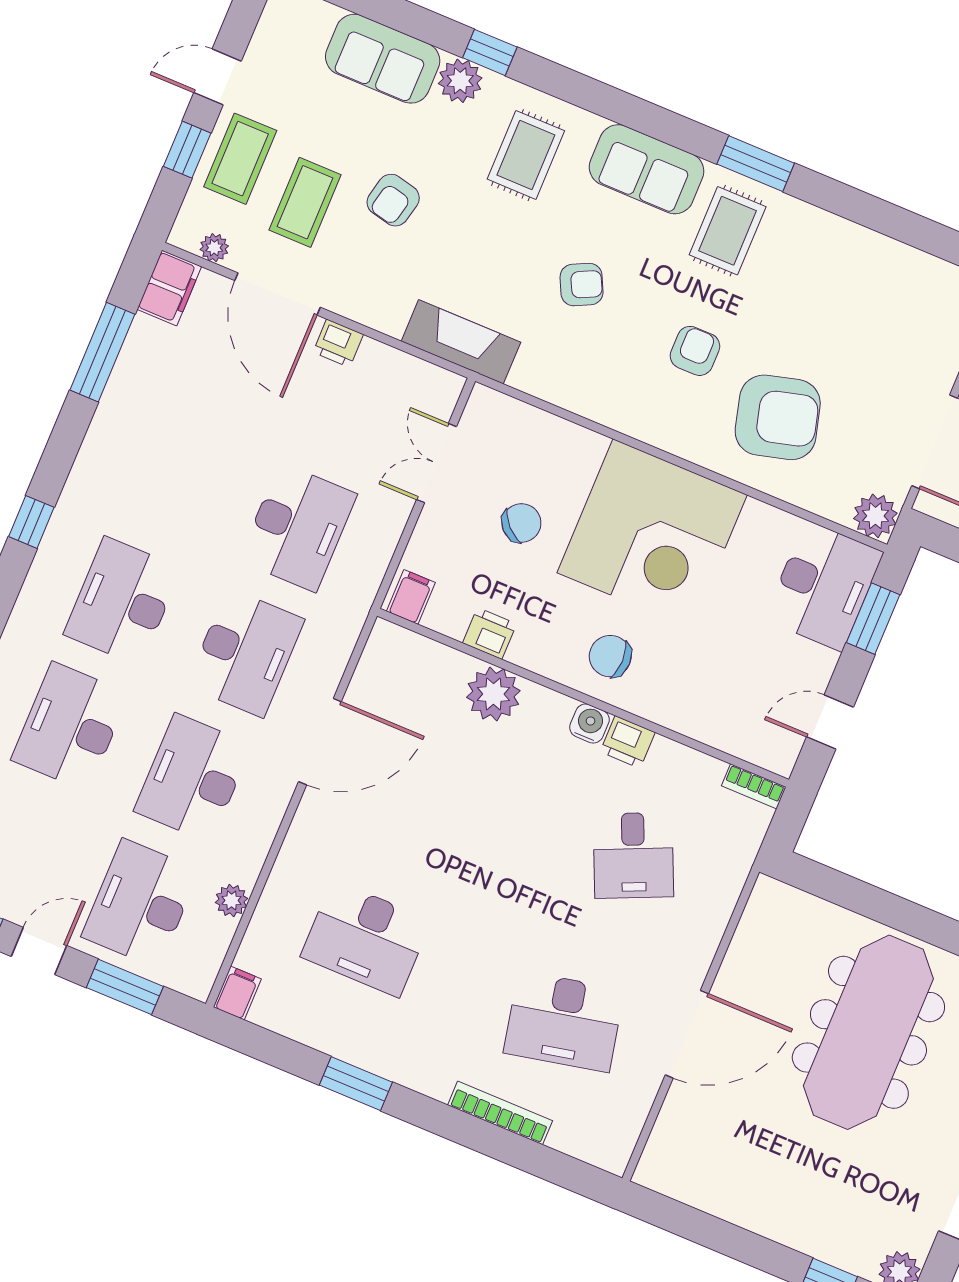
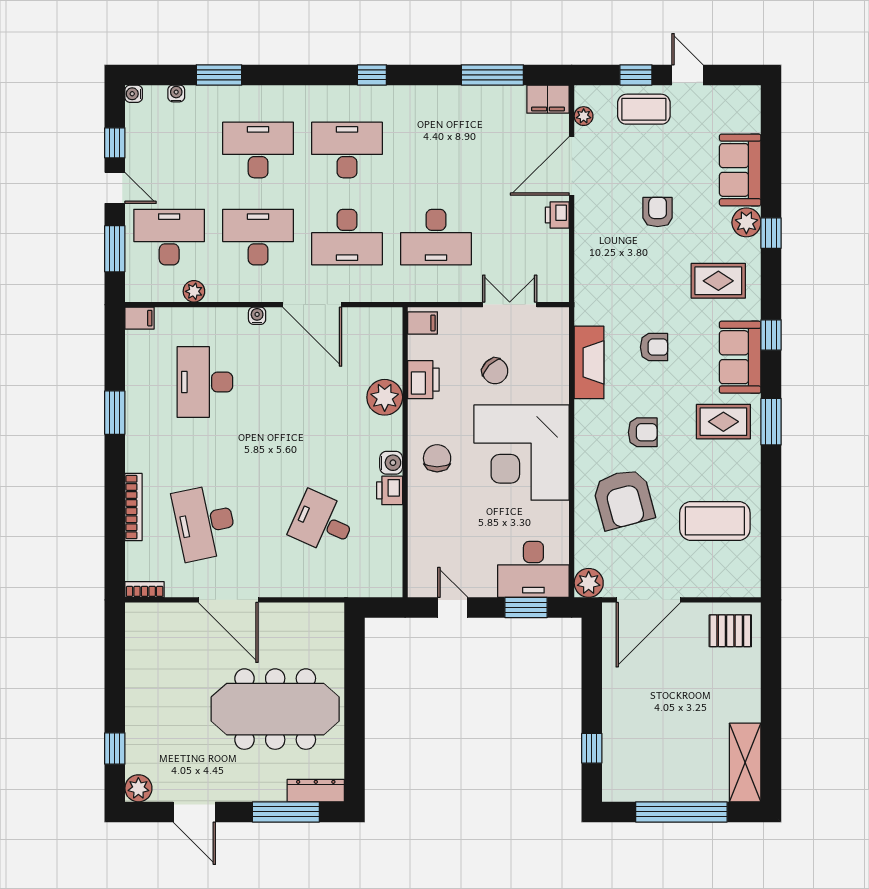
window: (633, 112) -> (771, 335), added
armchair: (393, 200) -> (658, 212), turned 77
coffee table: (305, 202) -> (715, 521), moved, width x1.36, depth x1.32
armchair: (582, 285) -> (654, 347), turned -64
fireplace: (461, 342) -> (589, 362), moved
printer: (490, 633) -> (423, 380), width x1.36, depth x1.24
bookcase: (754, 786) -> (145, 590), moved, turned 90
water cooler: (303, 826) -> (257, 316), added
desk: (633, 855) -> (323, 523), turned 48

